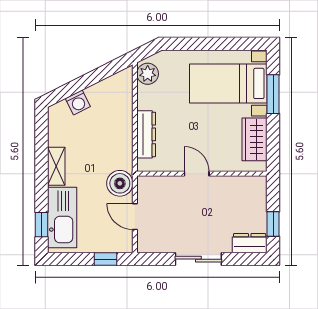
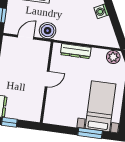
wardrobe: (255, 139) -> (64, 118), removed

